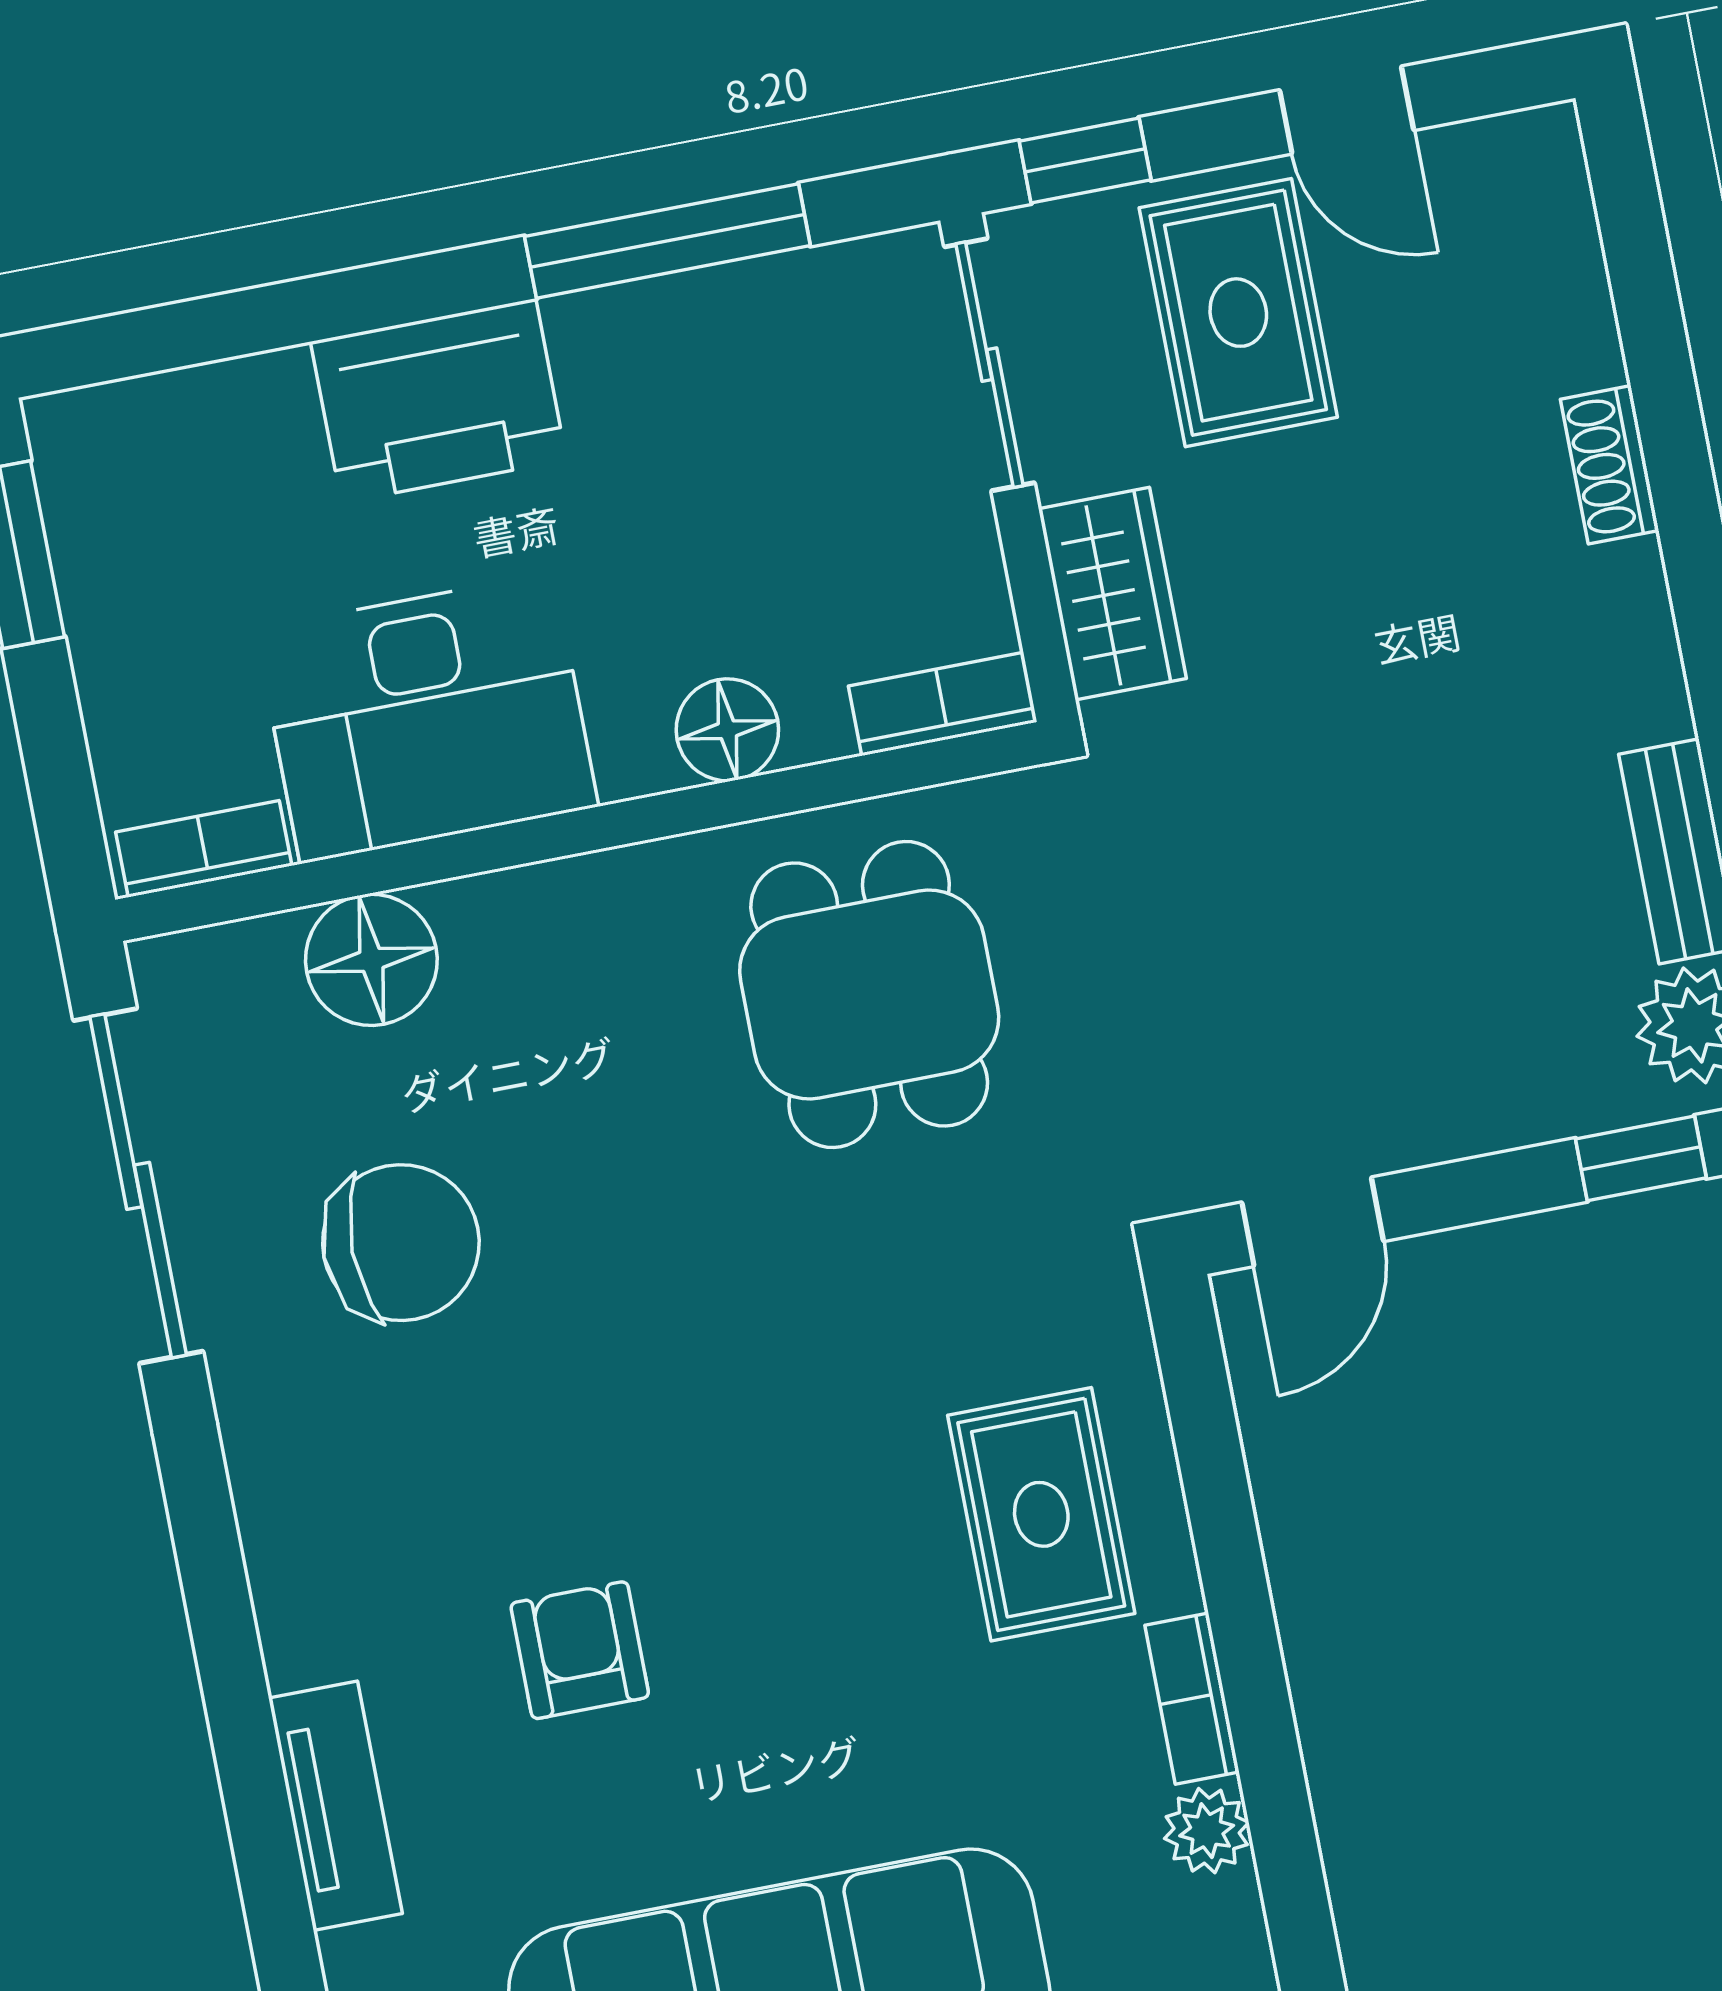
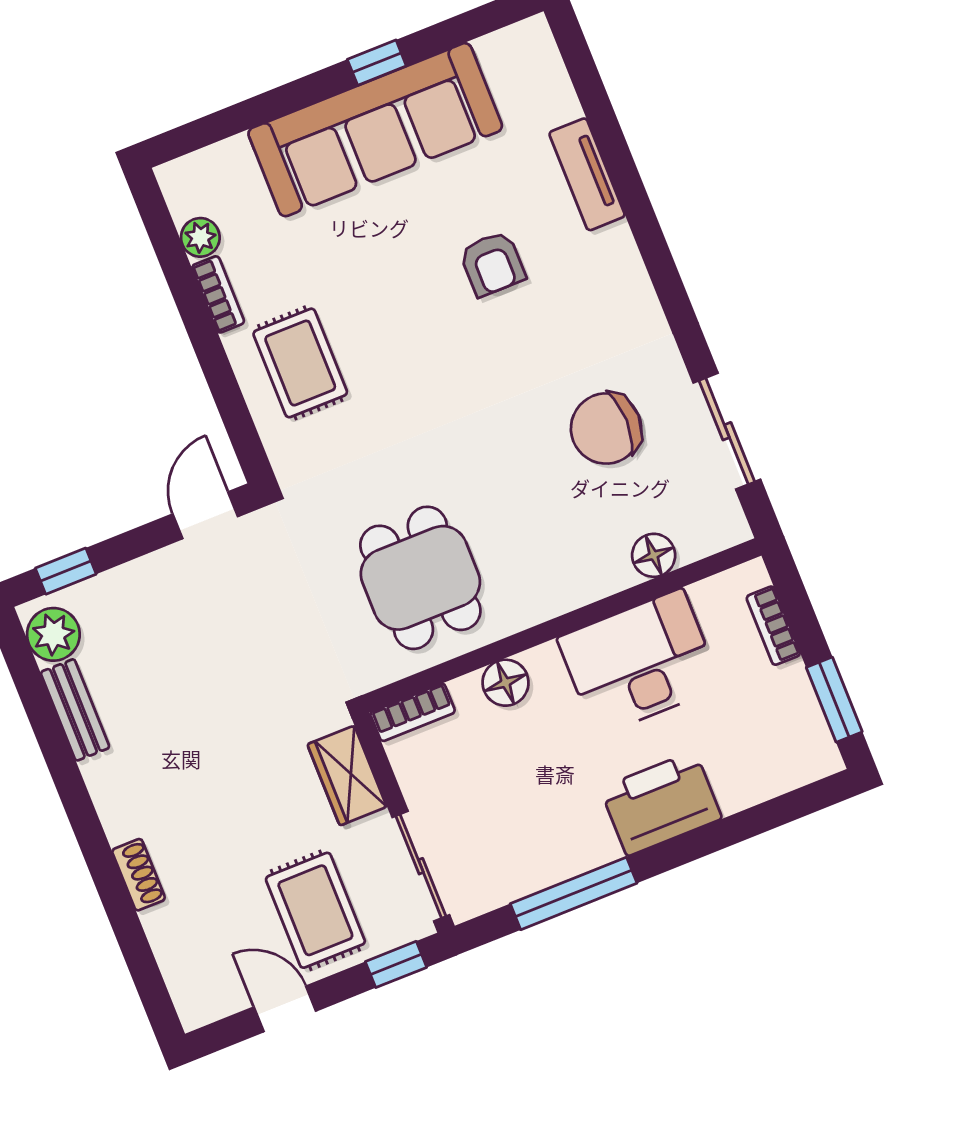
bookcase: (204, 849) -> (773, 626), moved, turned 90
floor lamp: (371, 960) -> (654, 555), width x0.73, depth x0.73
sliding door: (138, 1186) -> (727, 431), width x0.73

